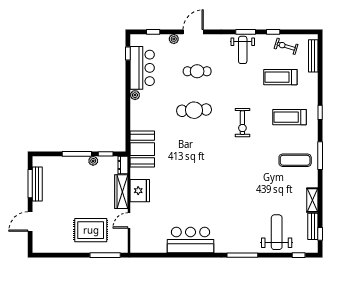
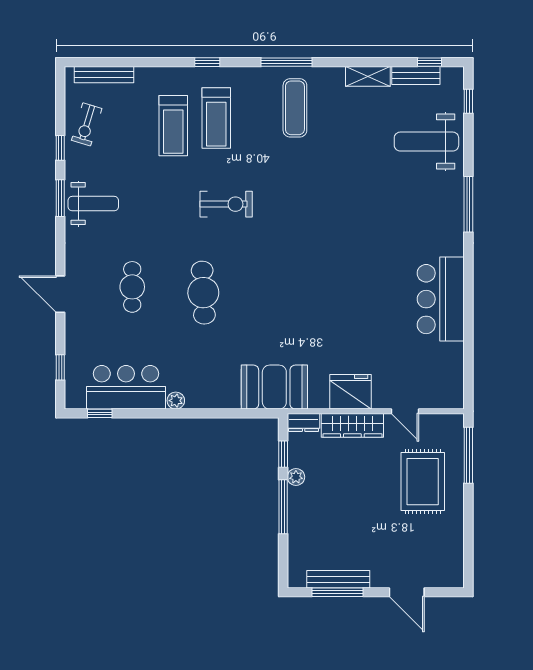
plant: (174, 39) -> (73, 330), removed
treadmill: (280, 77) -> (173, 126), moved

